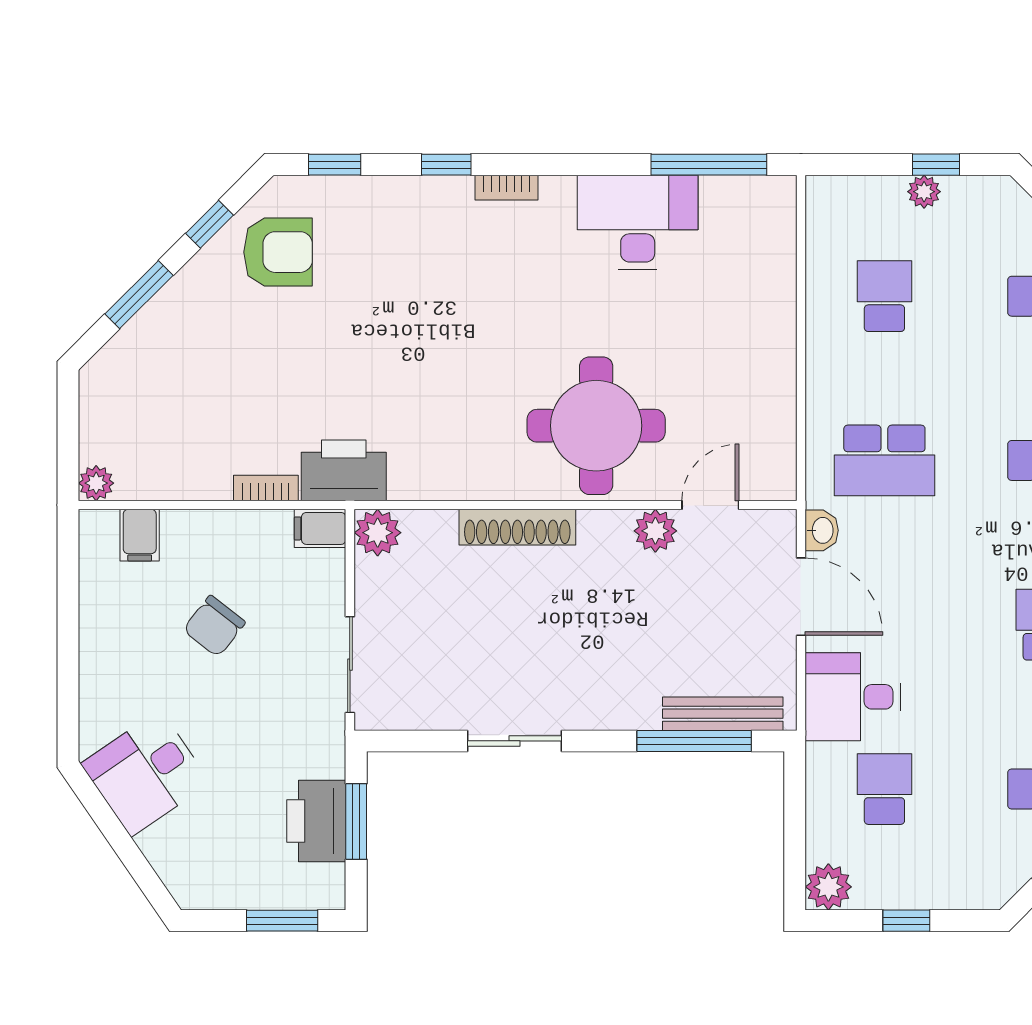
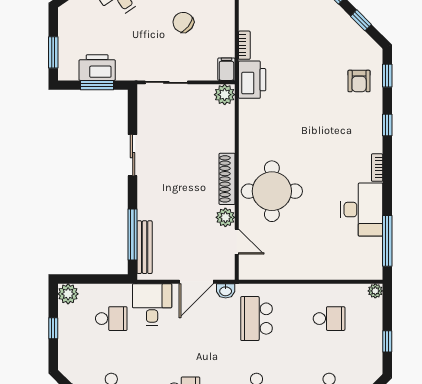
bookcase: (507, 188) -> (377, 168), moved
plant: (924, 192) -> (375, 291), moved
armchair: (278, 252) -> (359, 81), moved, width x0.72, depth x0.72
shoe rack: (517, 527) -> (227, 179), moved

